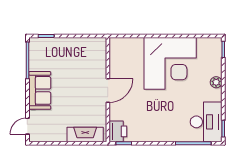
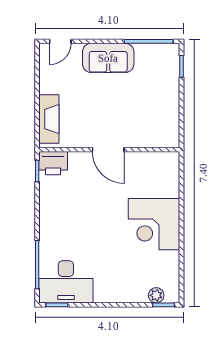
corner desk: (170, 63) -> (154, 224), width x0.74, depth x0.74
plant: (216, 82) -> (156, 295), moved
door: (27, 126) -> (60, 41), swing flipped

